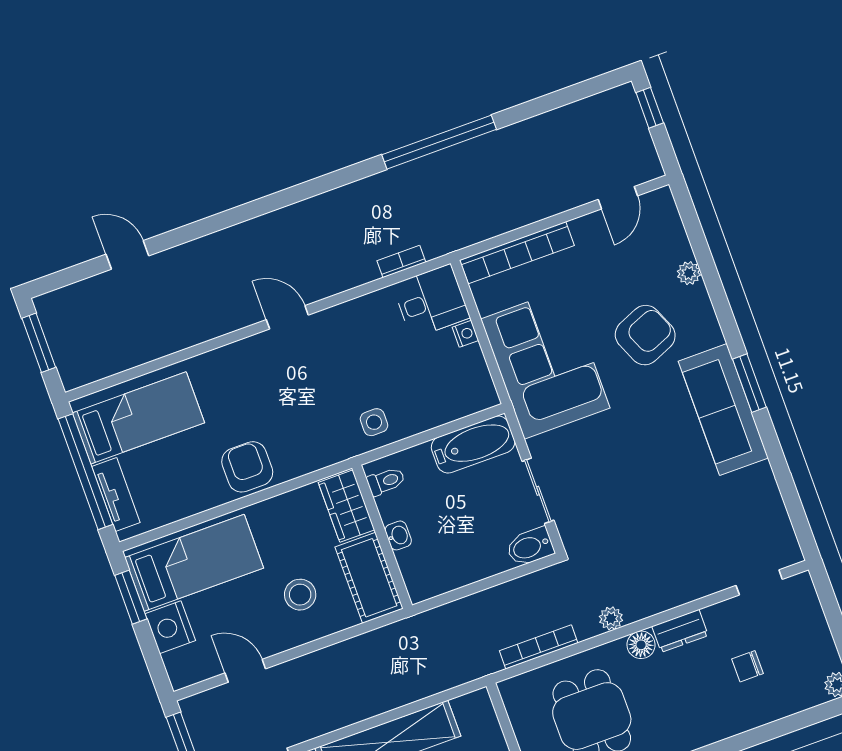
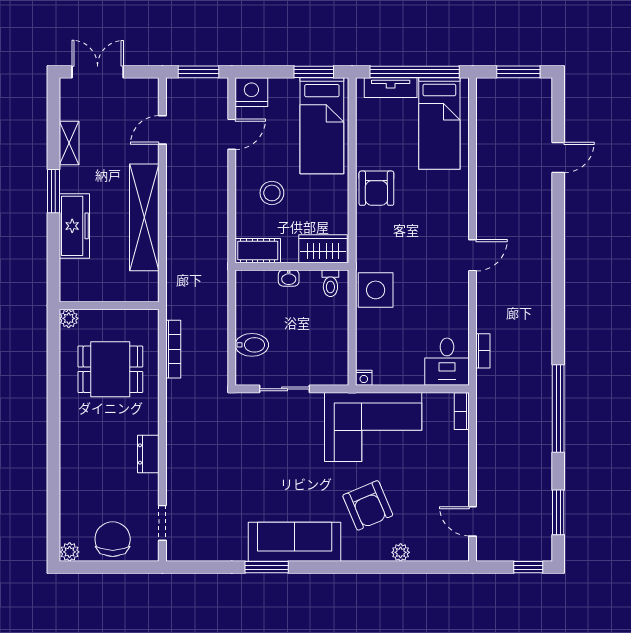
window: (568, 95) -> (558, 512), added
bookcase: (517, 253) -> (462, 411), width x0.43, depth x0.76
nightstand: (465, 334) -> (364, 378), moved
window: (749, 383) -> (267, 567), moved
side table: (374, 422) -> (376, 290), width x1.87, depth x1.87
bathtub: (473, 445) -> (334, 355), removed
armchair: (247, 467) -> (376, 188), turned 90
bidet: (530, 547) -> (252, 345), moved, turned 90
cot: (369, 578) -> (258, 251), width x0.73, depth x0.75
plant: (611, 618) -> (175, 408), removed
nightstand: (170, 627) -> (251, 92), moved
floor lamp: (641, 645) -> (148, 423), removed
chair: (747, 666) -> (113, 539), moved, width x1.87, depth x1.87

